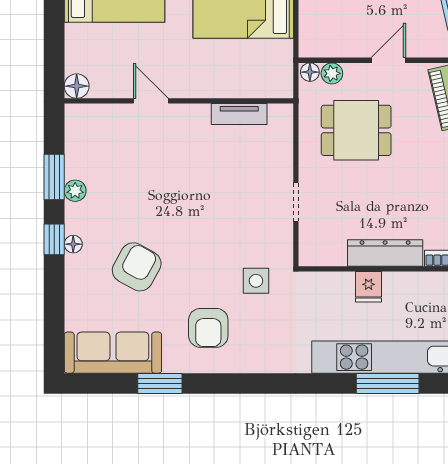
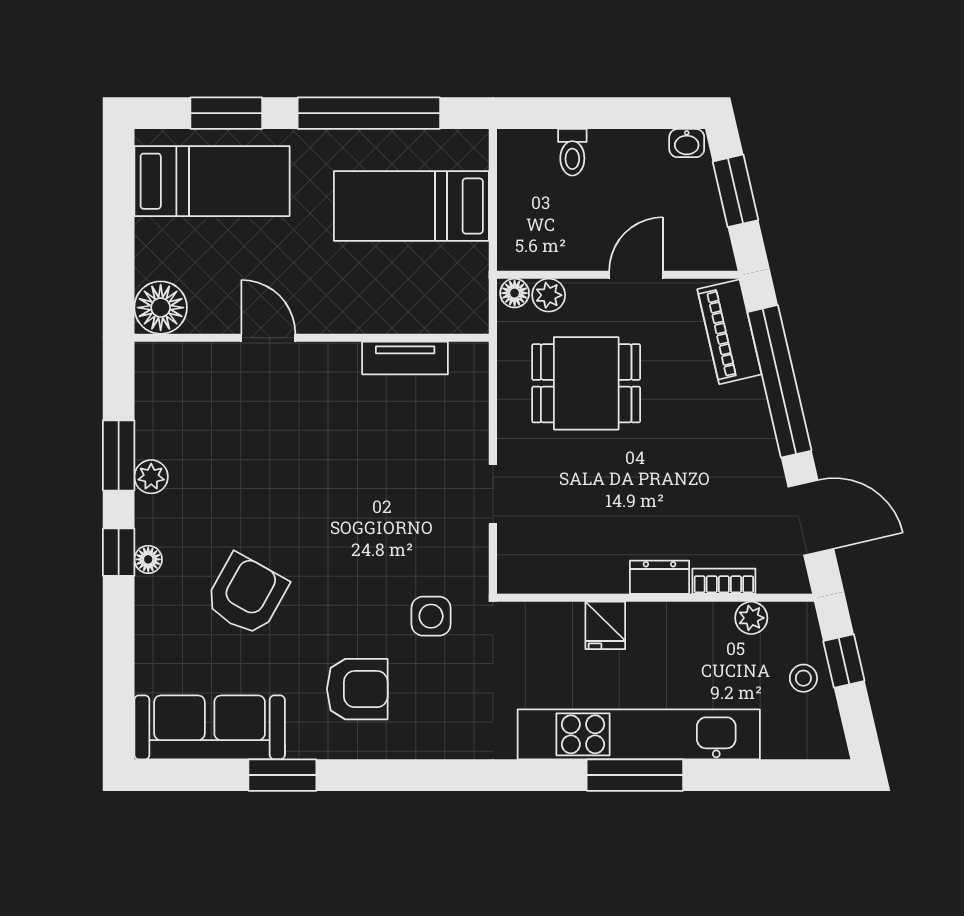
floor lamp: (77, 86) -> (161, 308), width x1.38, depth x1.38
dresser: (385, 253) -> (660, 577), width x0.51, depth x0.80
armchair: (208, 328) -> (357, 689), turned -90

